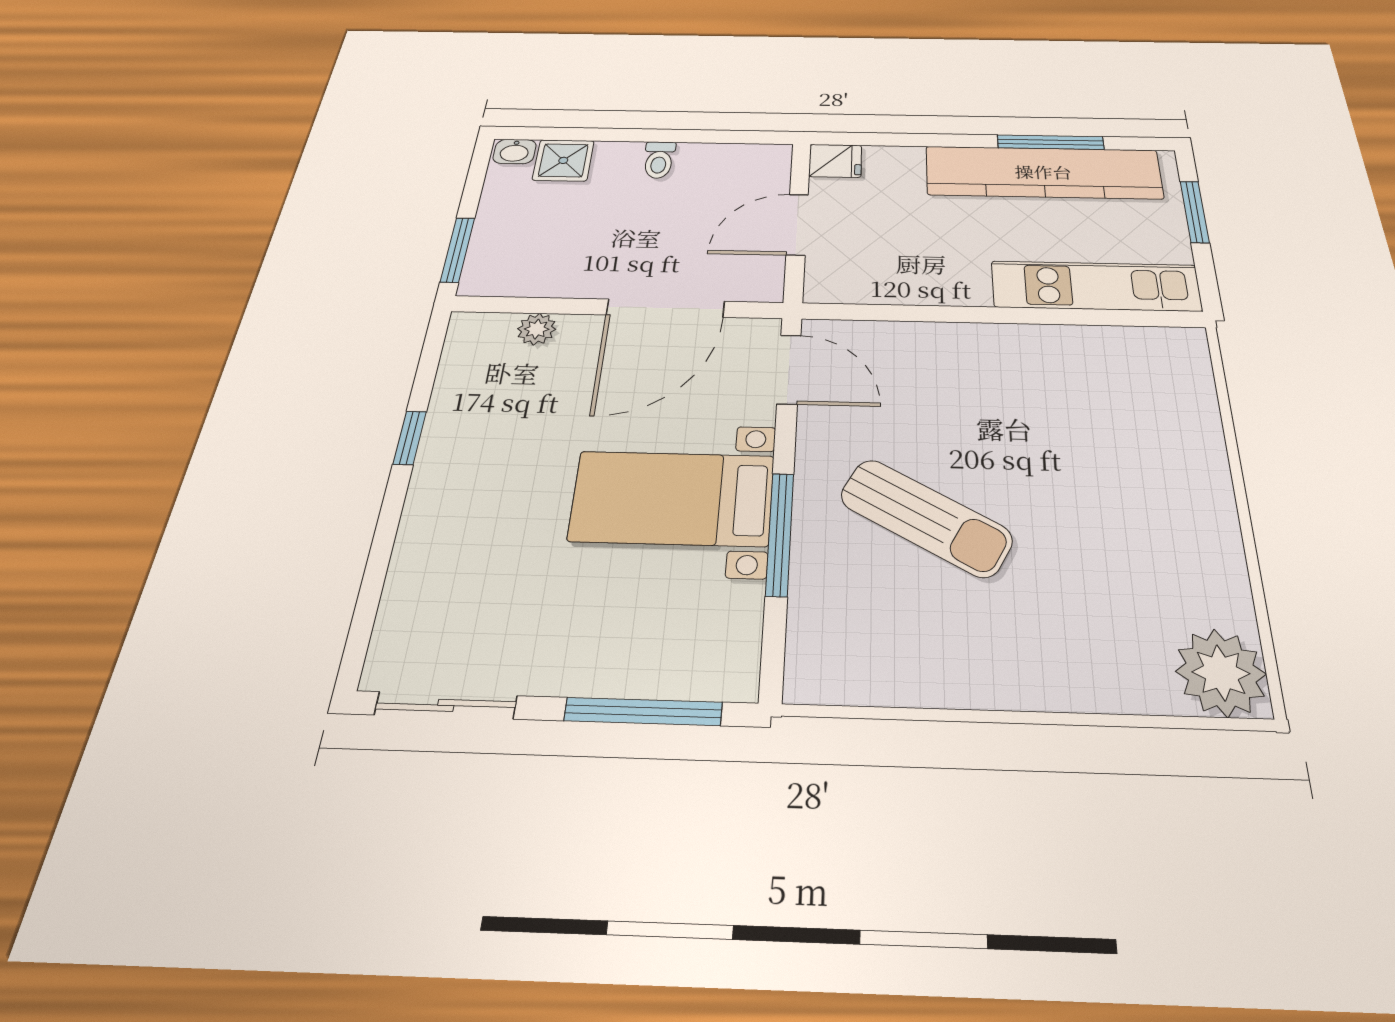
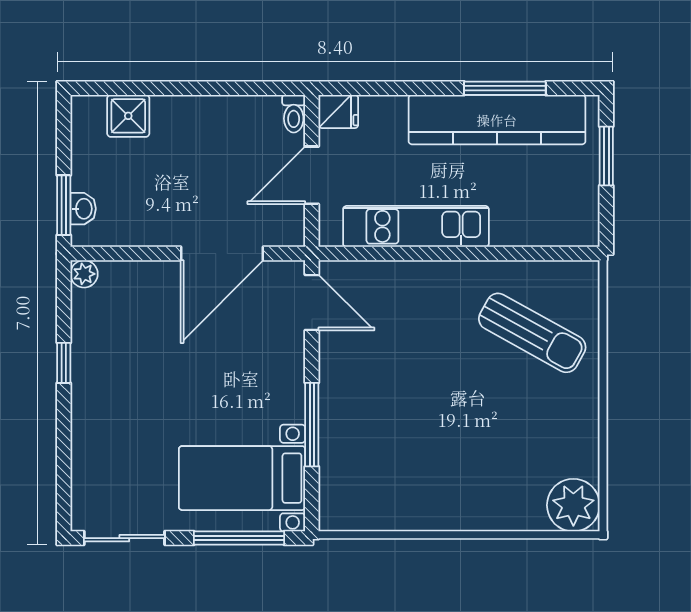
washbasin: (515, 152) -> (83, 209), moved, turned -90
toilet: (659, 160) -> (294, 114), moved
kitchen unit: (1096, 286) -> (416, 226), moved
plant: (537, 329) -> (84, 274), moved
bed with nightstands: (672, 498) -> (242, 478), moved
sun lounger: (926, 518) -> (532, 333), moved

